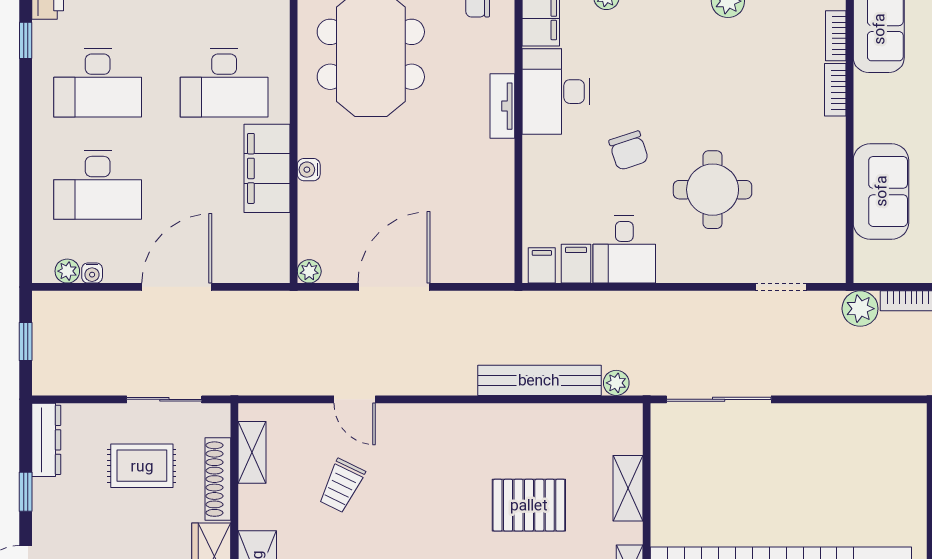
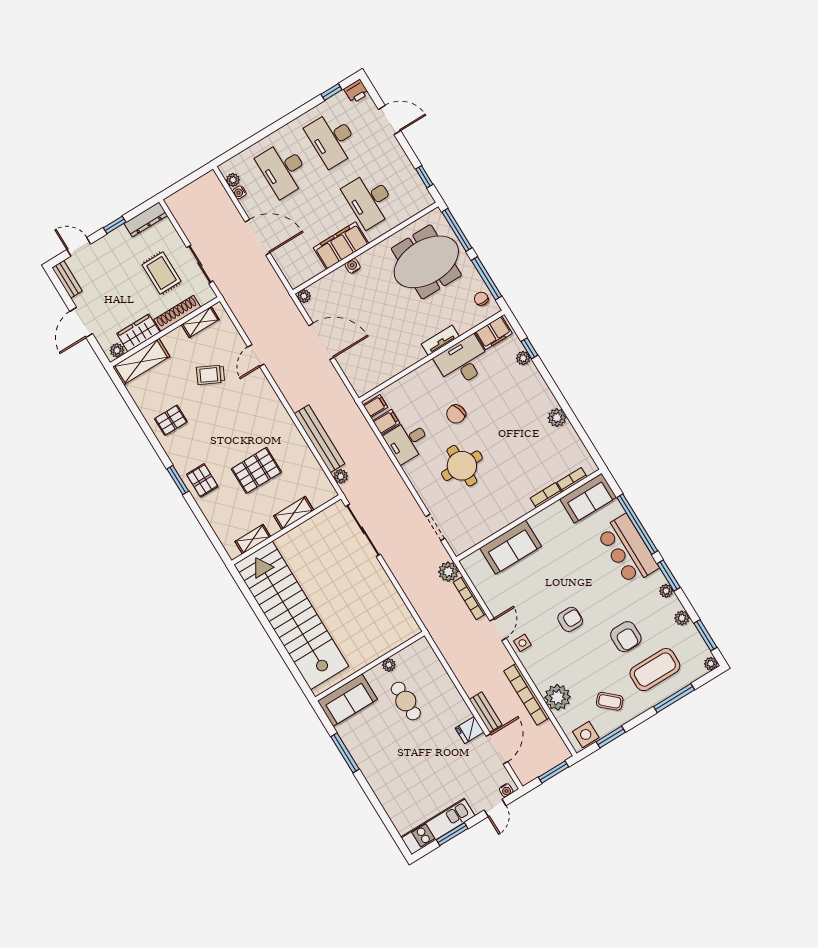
window: (26, 342) -> (187, 181), removed
pallet: (529, 505) -> (256, 470), turned 90

